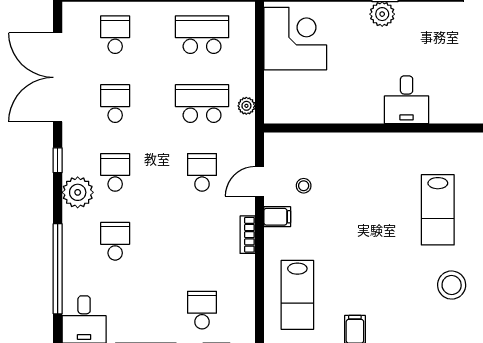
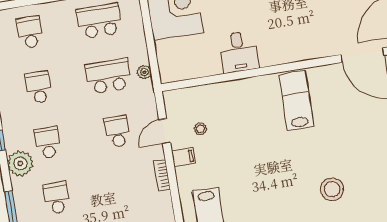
desk: (407, 100) -> (239, 52), moved
lab bench: (438, 210) -> (296, 101), moved, turned 180

